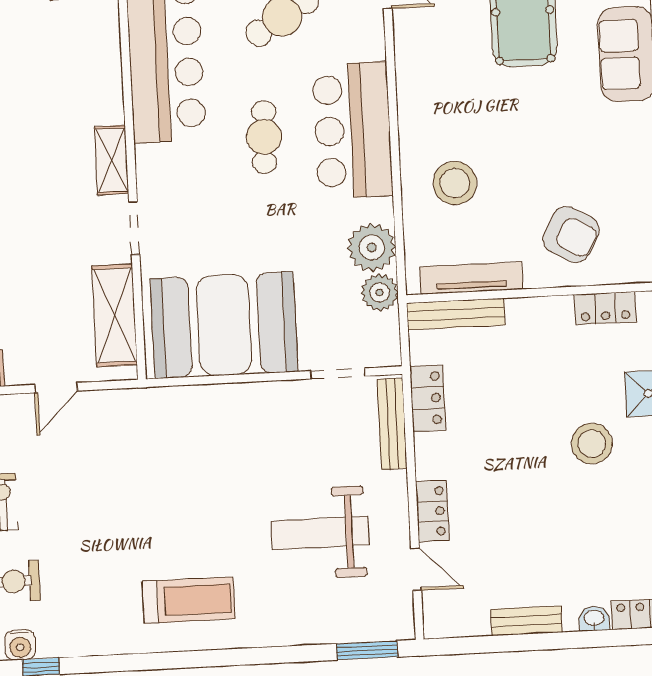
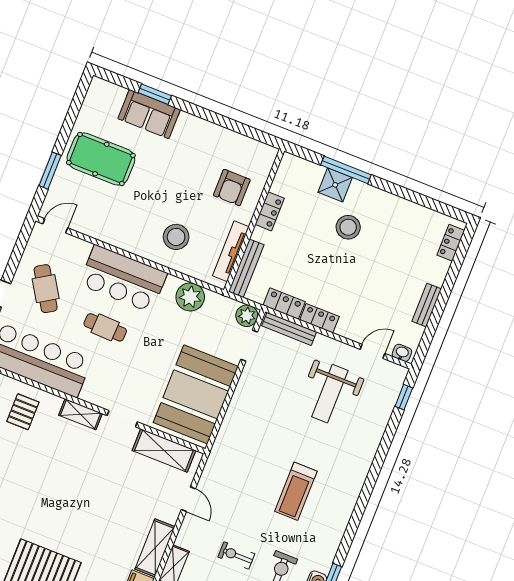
pallet: (75, 69) -> (23, 412), added
armchair: (571, 235) -> (232, 188), turned 151
plant: (380, 292) -> (247, 316), moved
locker: (605, 308) -> (270, 211), moved
locker: (432, 511) -> (319, 318), moved
treadmill: (189, 600) -> (296, 491), moved, turned 180
washbasin: (594, 618) -> (402, 353), moved, turned 90
window: (367, 650) -> (404, 397), width x0.67

